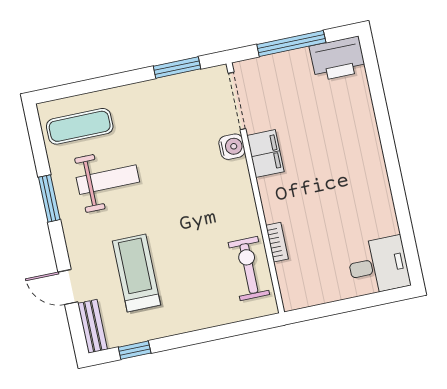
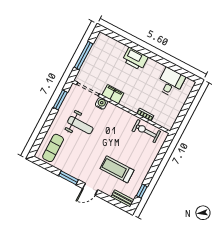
printer: (338, 59) -> (135, 59), moved, turned 90
weight bench: (108, 180) -> (80, 125), moved, turned 90
desk: (378, 266) -> (171, 82), moved
door: (68, 287) -> (90, 189), moved

